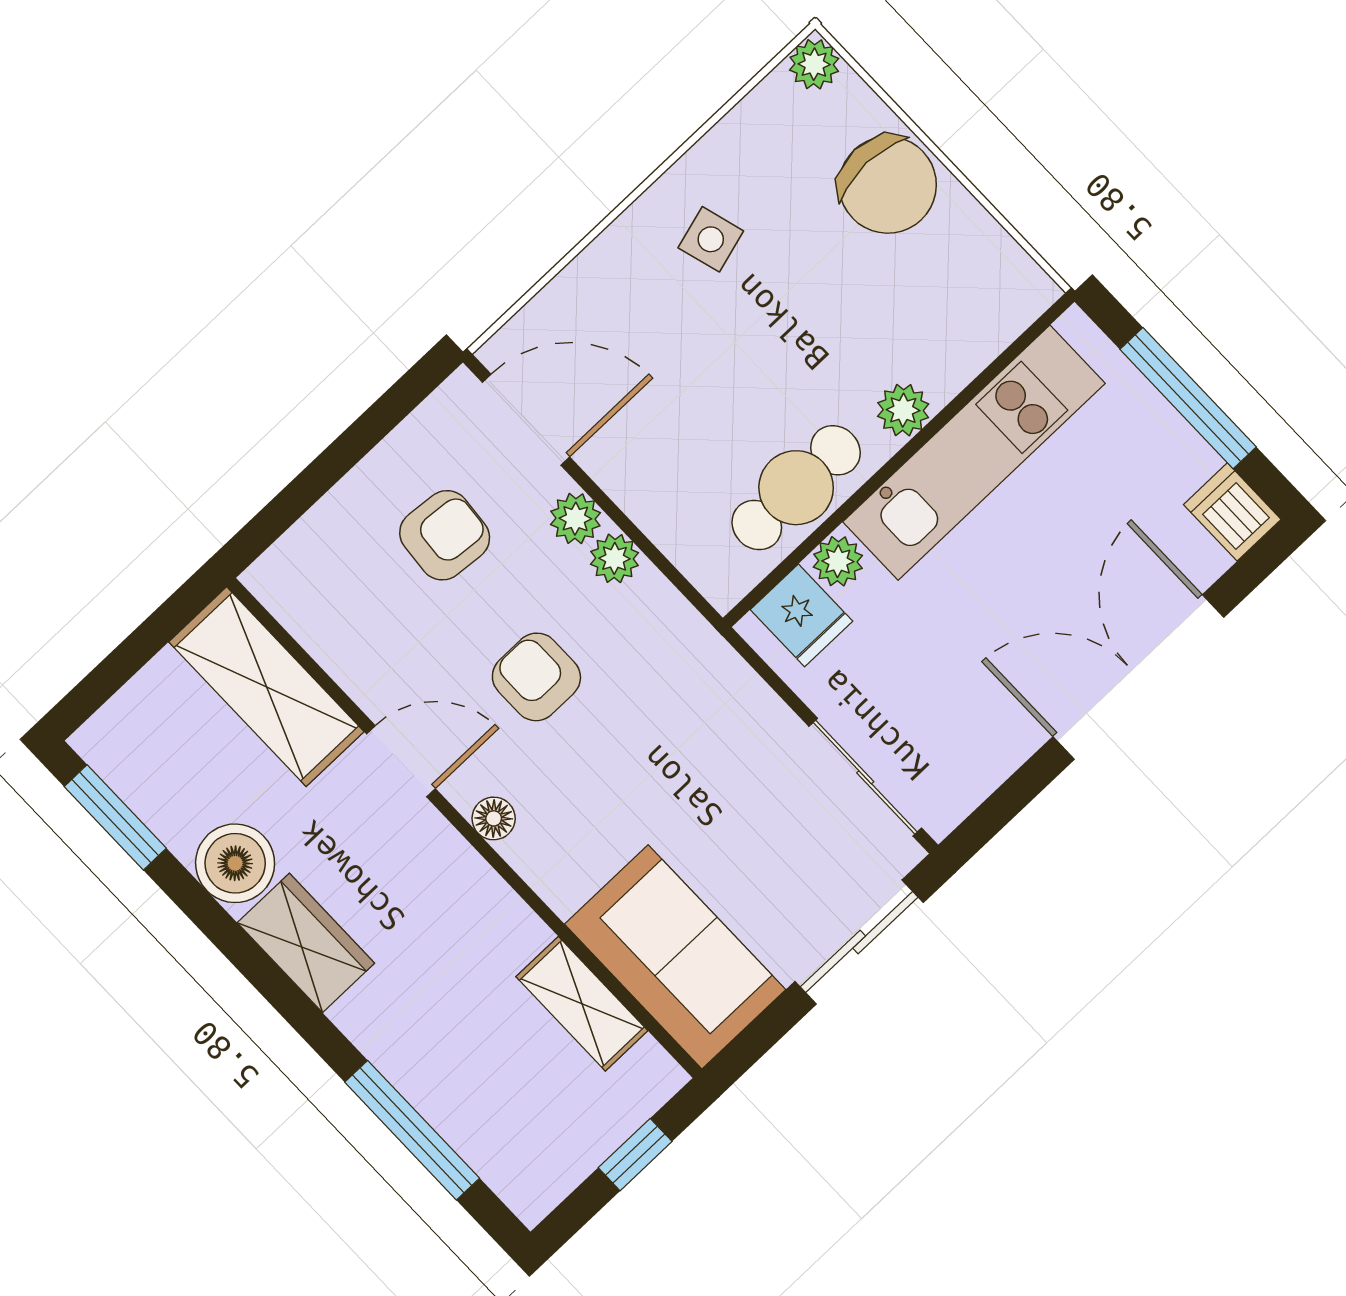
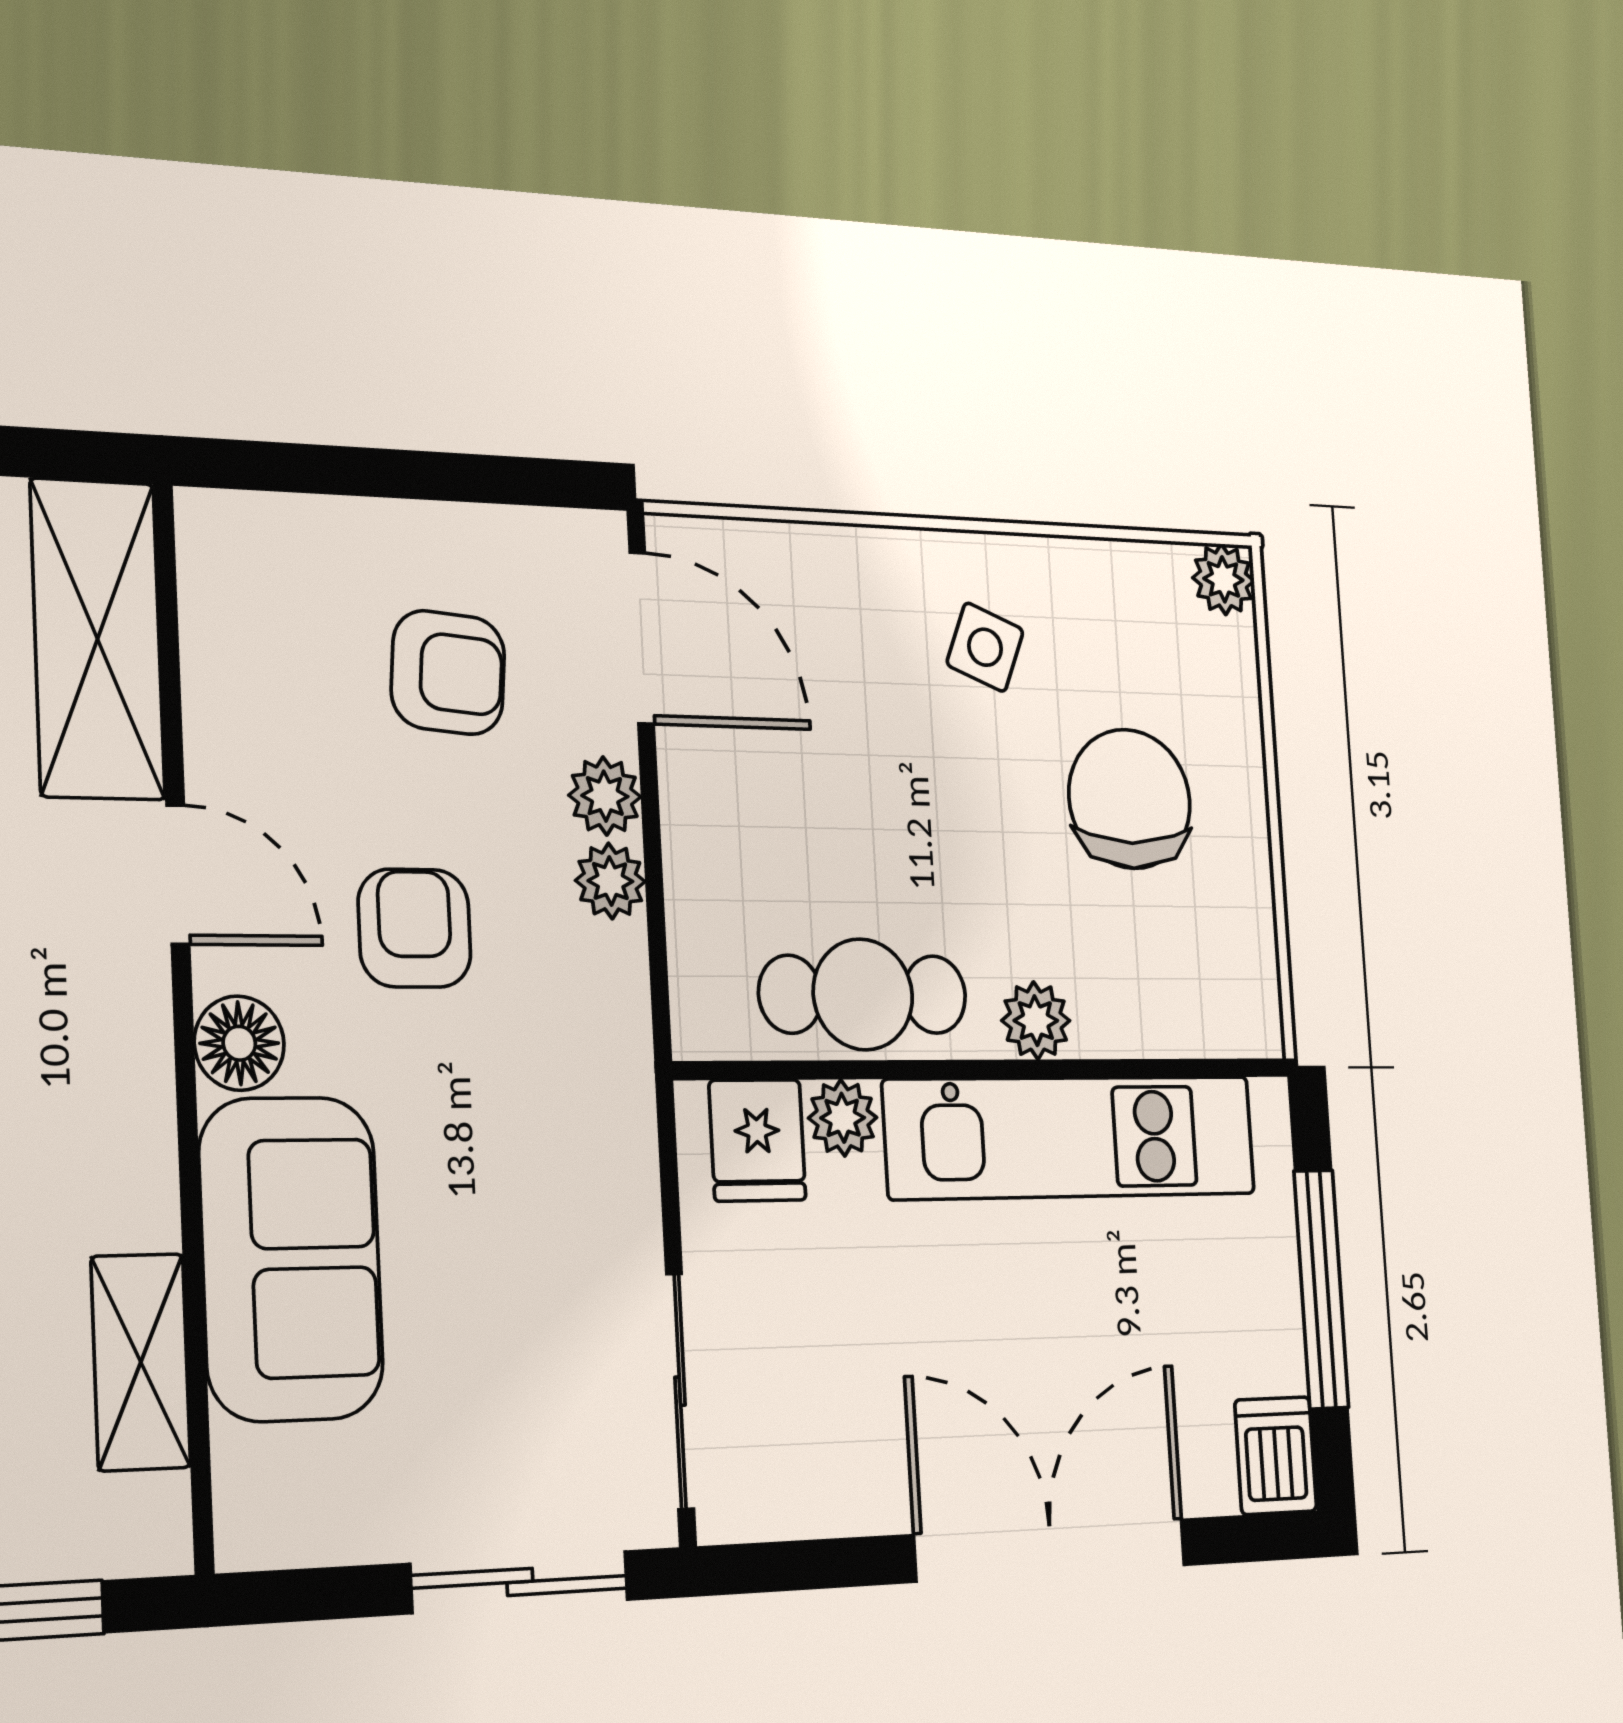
chair: (888, 185) -> (1130, 799), moved, turned 180
side table: (711, 239) -> (985, 647), turned 38
floor lamp: (494, 818) -> (239, 1043), width x1.37, depth x1.37
sofa: (675, 957) -> (291, 1259), moved

